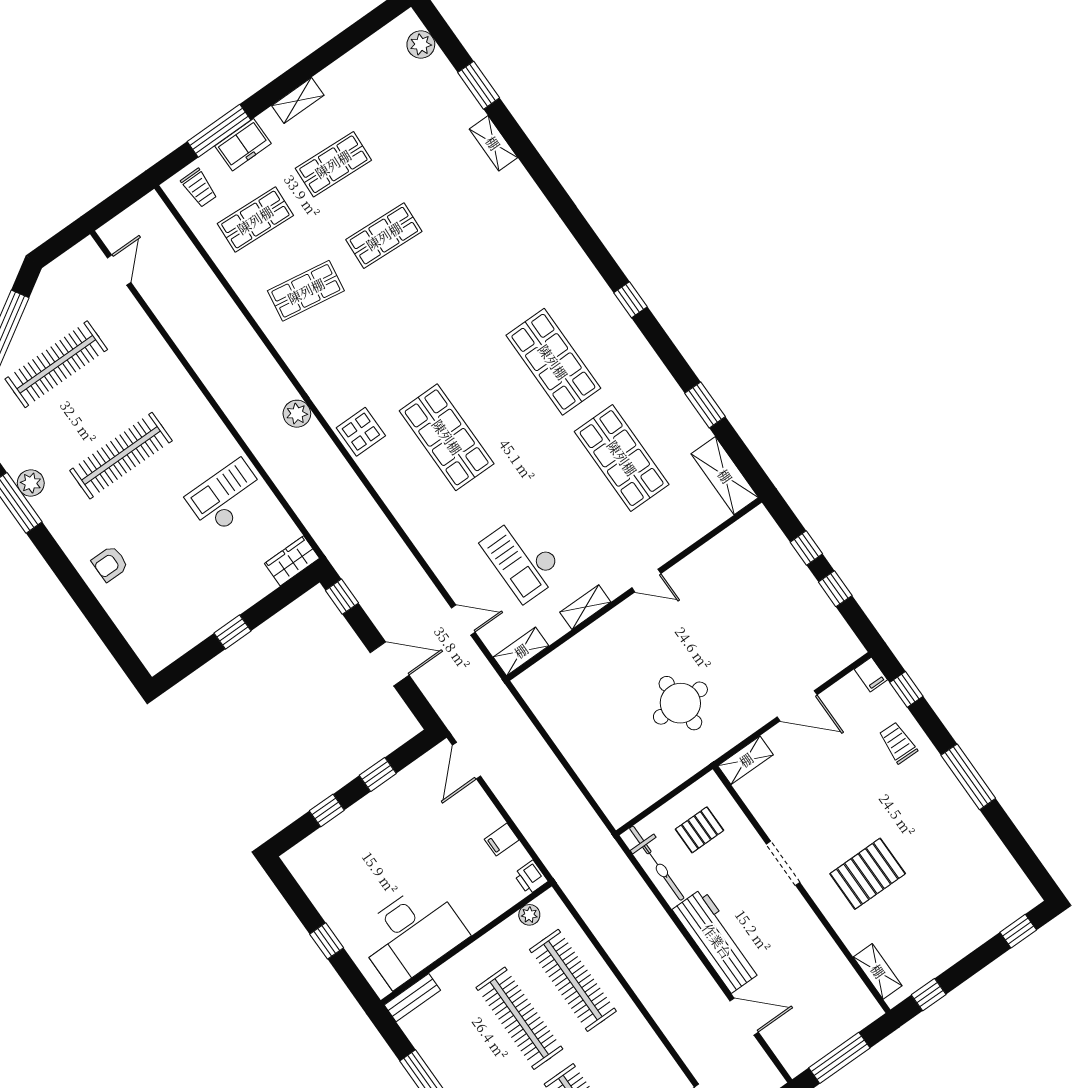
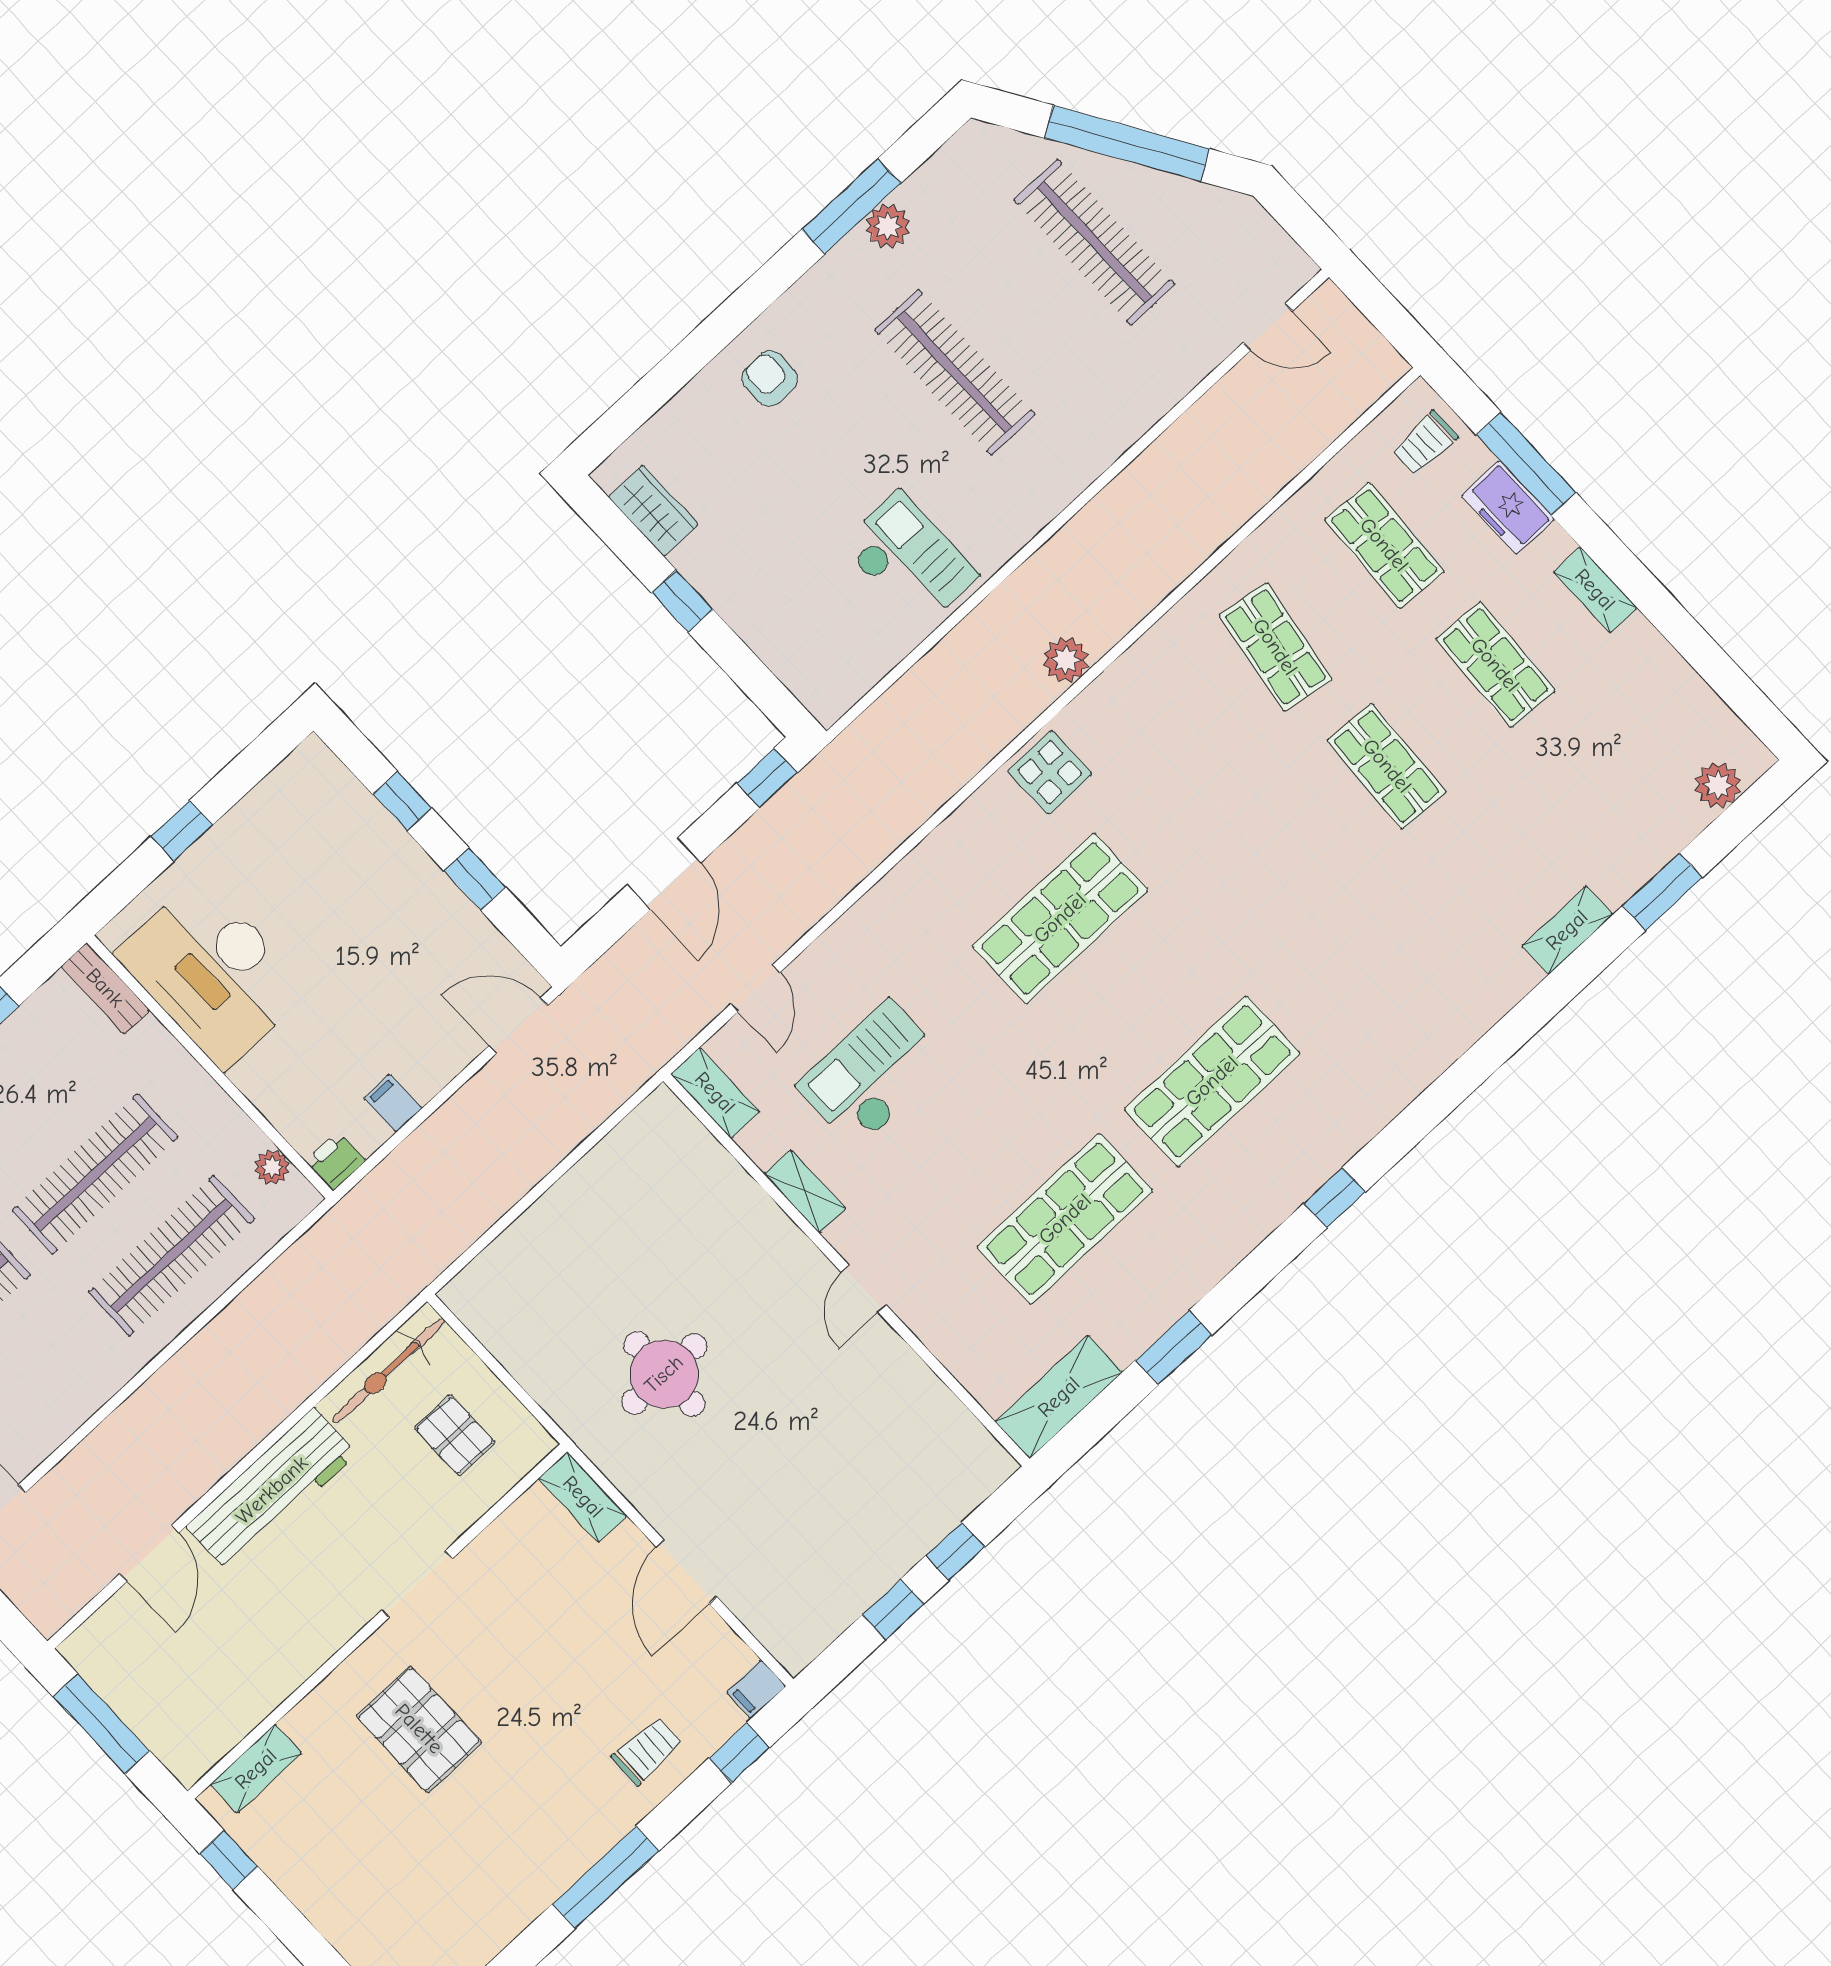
wardrobe: (292, 561) -> (653, 511), moved

